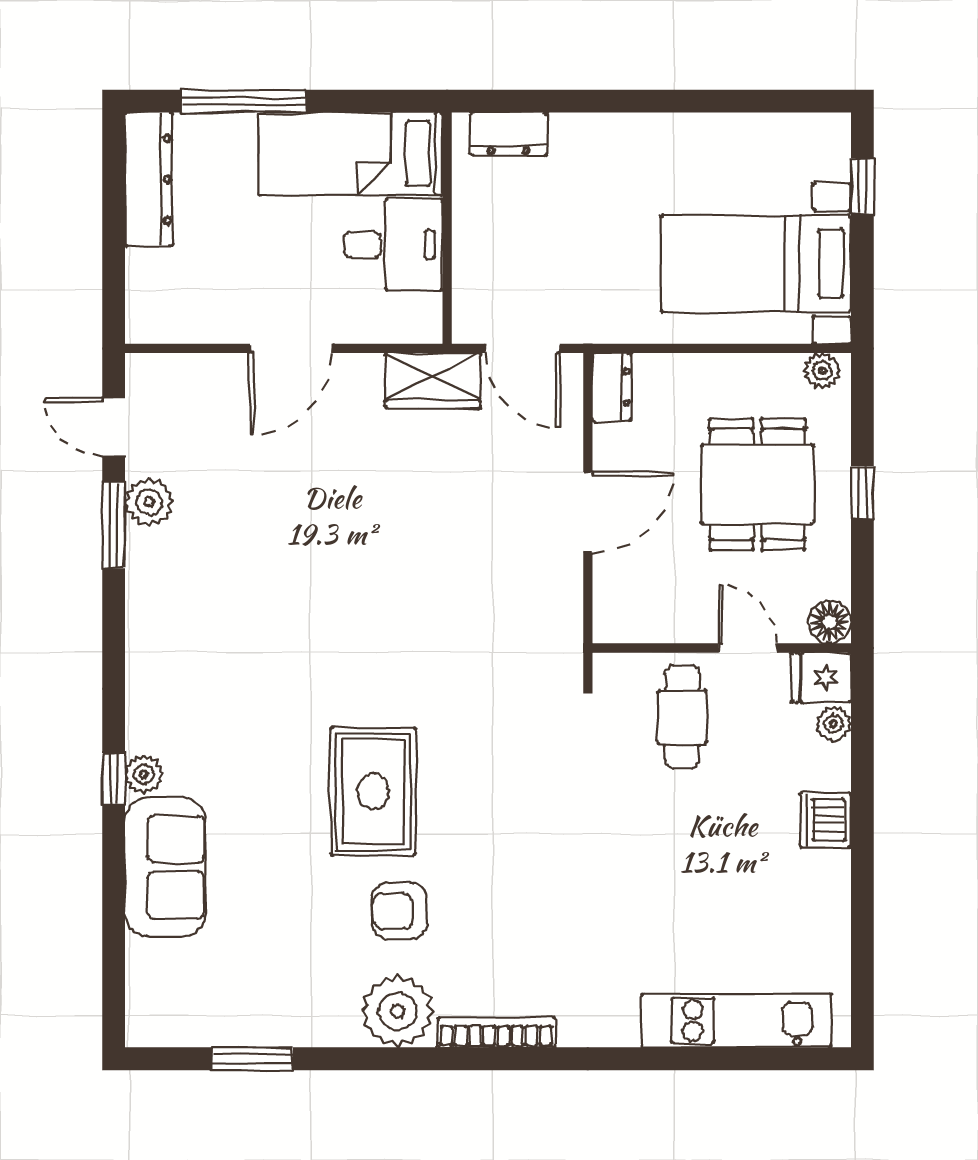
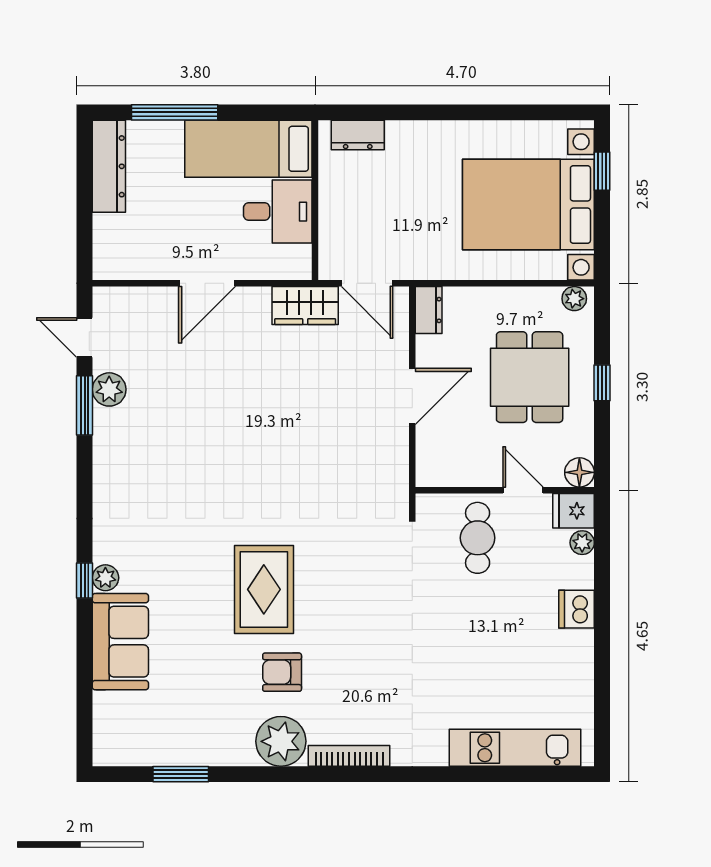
bed with nightstands: (756, 264) -> (528, 205), width x1.36

